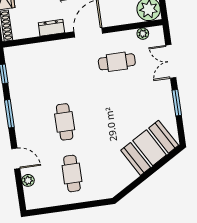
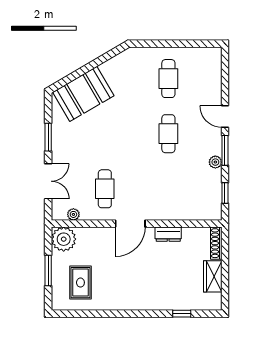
cafe table: (117, 62) -> (105, 189), turned 90
door: (16, 159) -> (225, 117), moved
plant: (28, 180) -> (215, 162), moved

